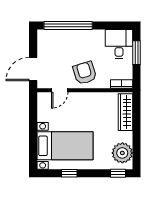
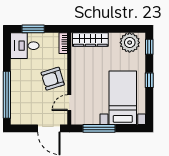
door: (60, 90) -> (69, 103), swing flipped
window: (33, 121) -> (99, 128), added
window: (69, 173) -> (149, 80), moved

